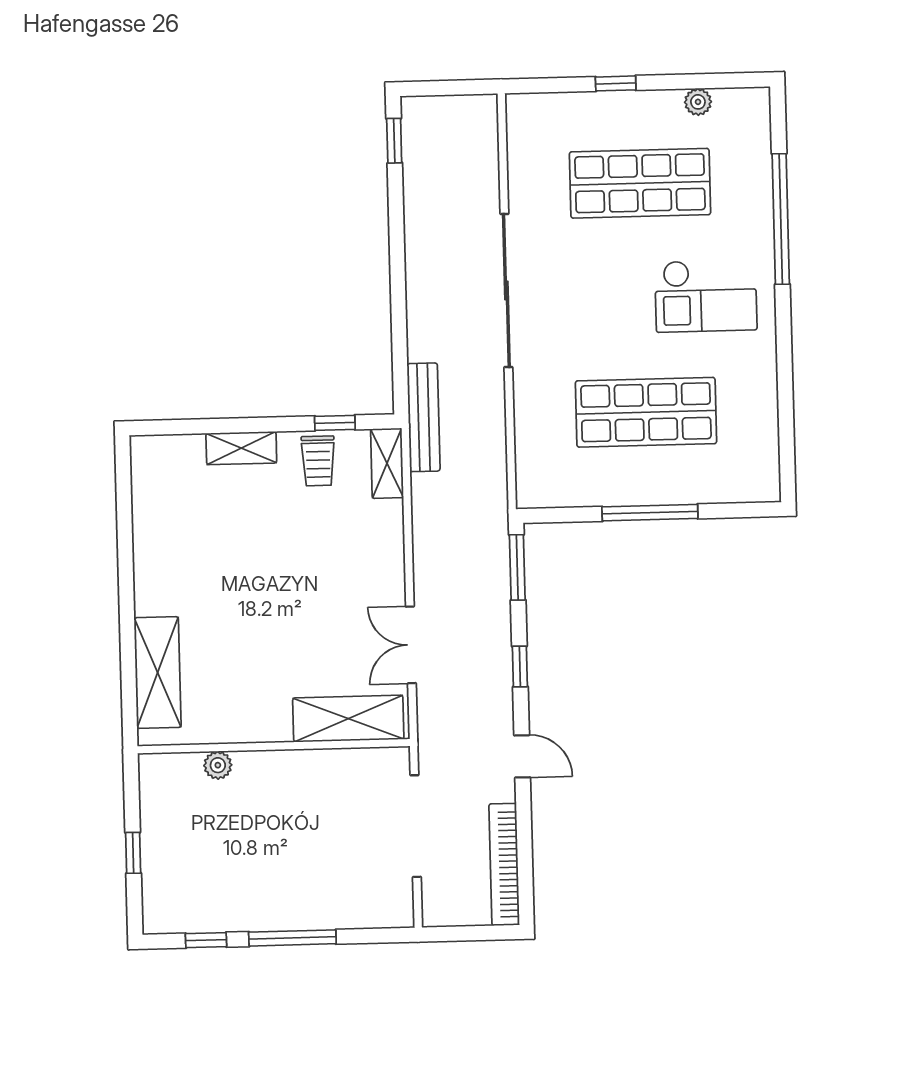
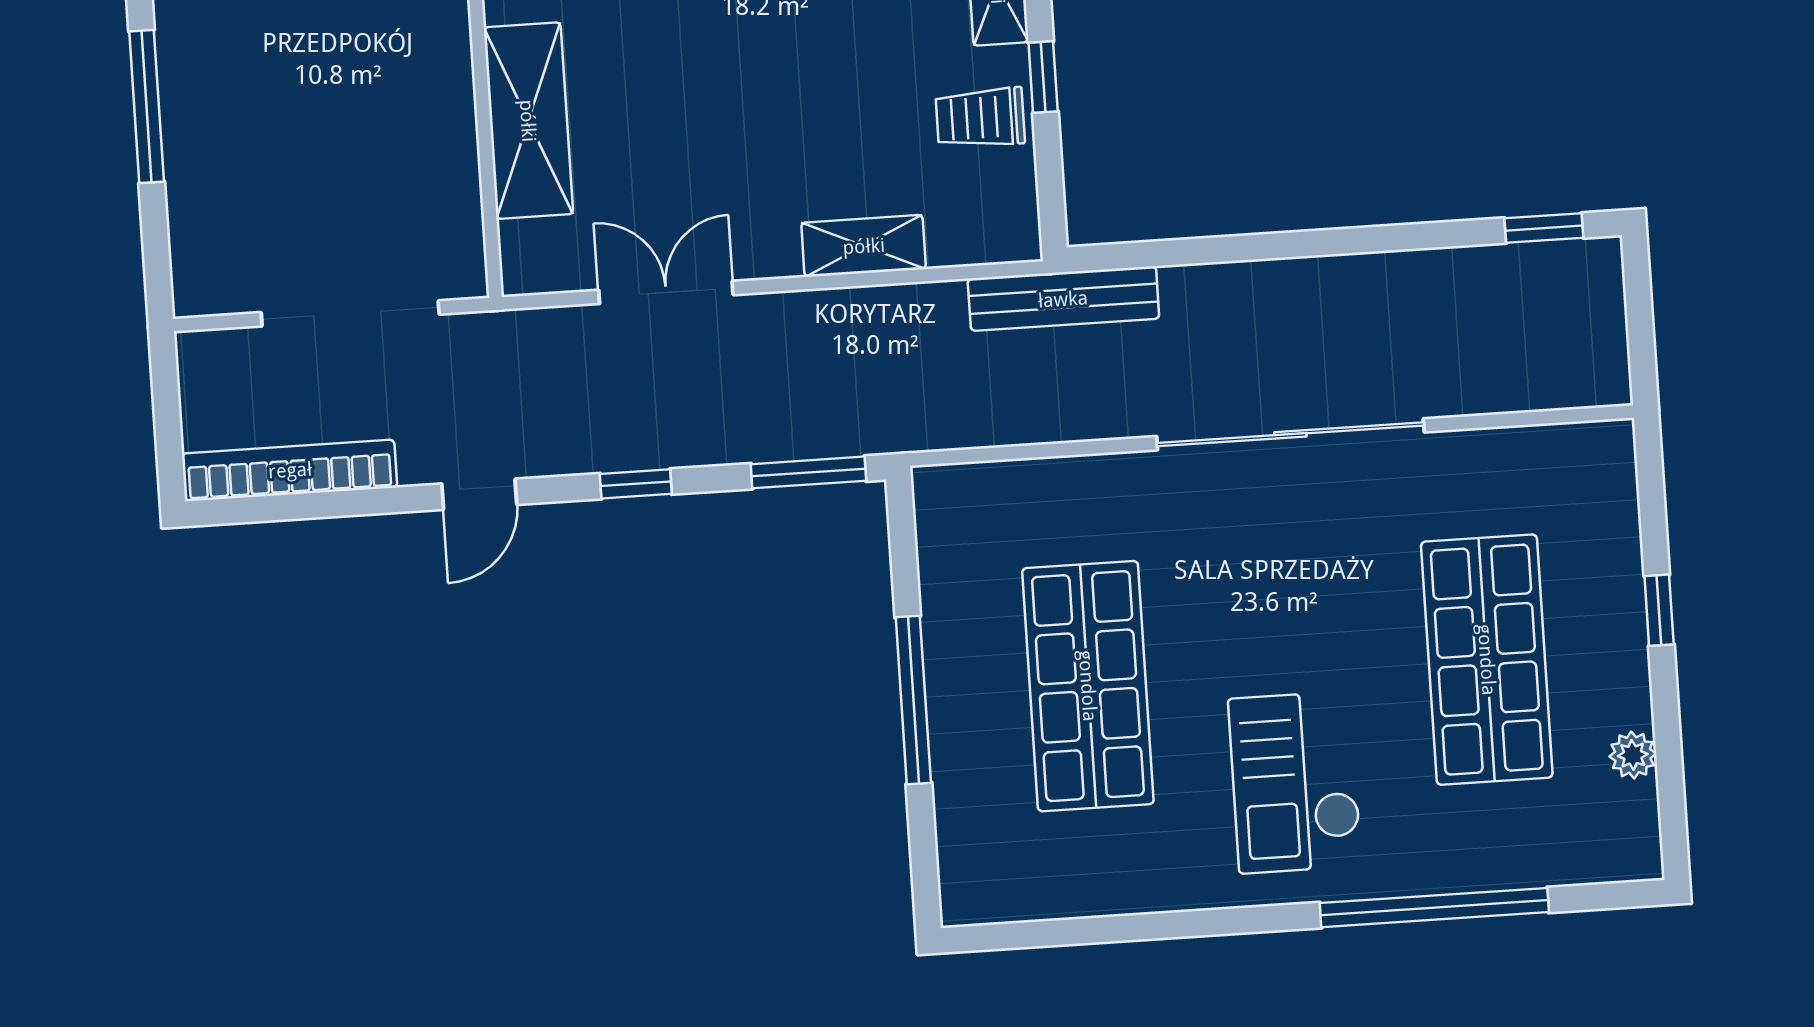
window: (335, 423) -> (1043, 77), moved
shelving: (387, 463) -> (864, 246), moved
shelving: (348, 719) -> (528, 121), moved

